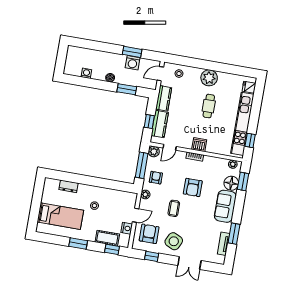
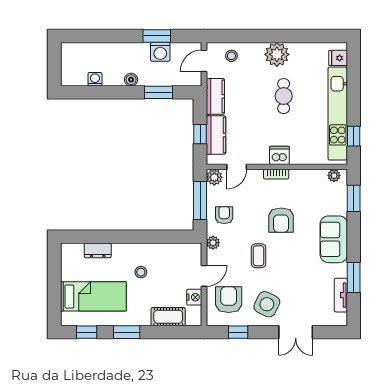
floor lamp: (231, 183) -> (337, 204), removed
window: (112, 249) -> (87, 332), moved

